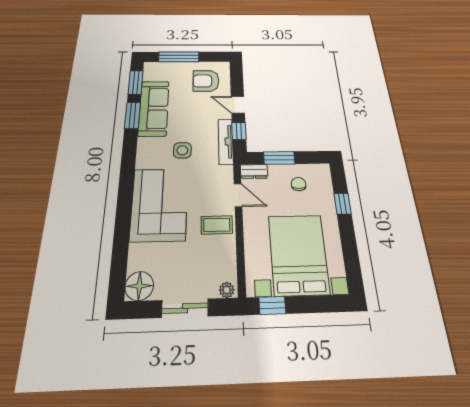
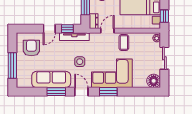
armchair: (206, 81) -> (31, 48), turned 180
window: (136, 82) -> (108, 92), moved
door: (129, 154) -> (81, 92), added

